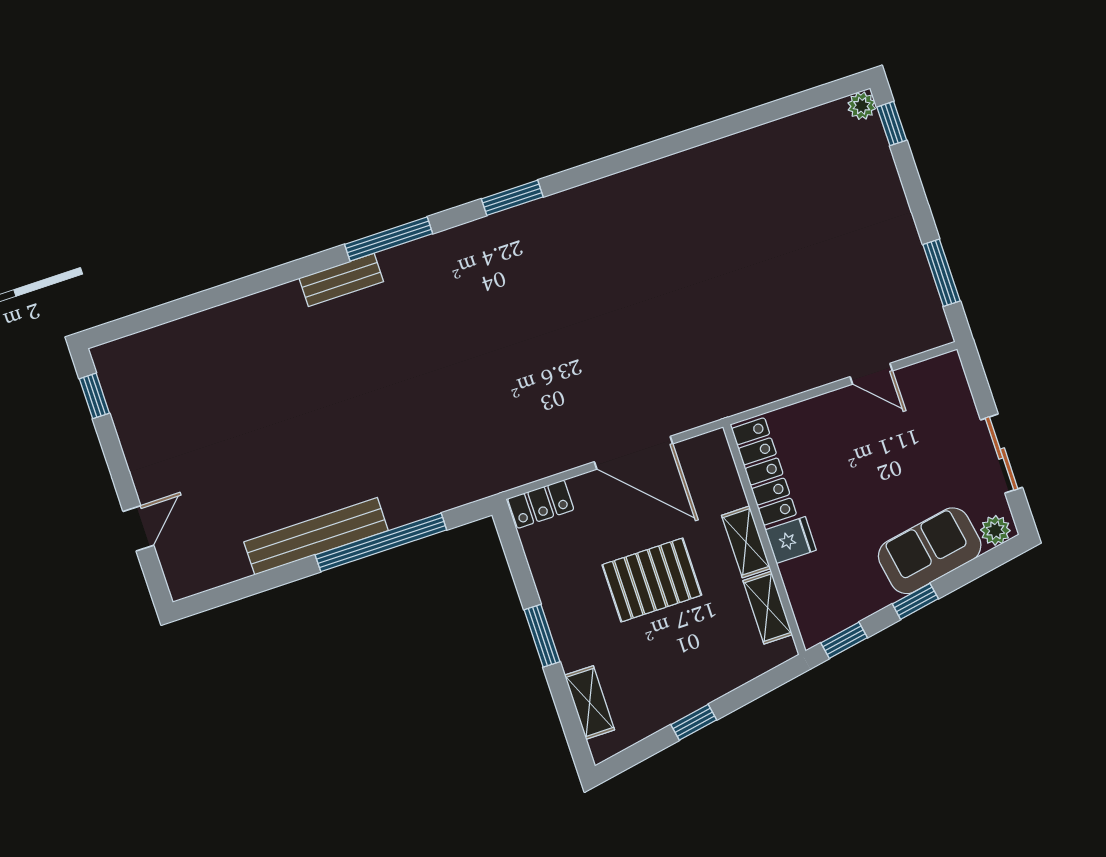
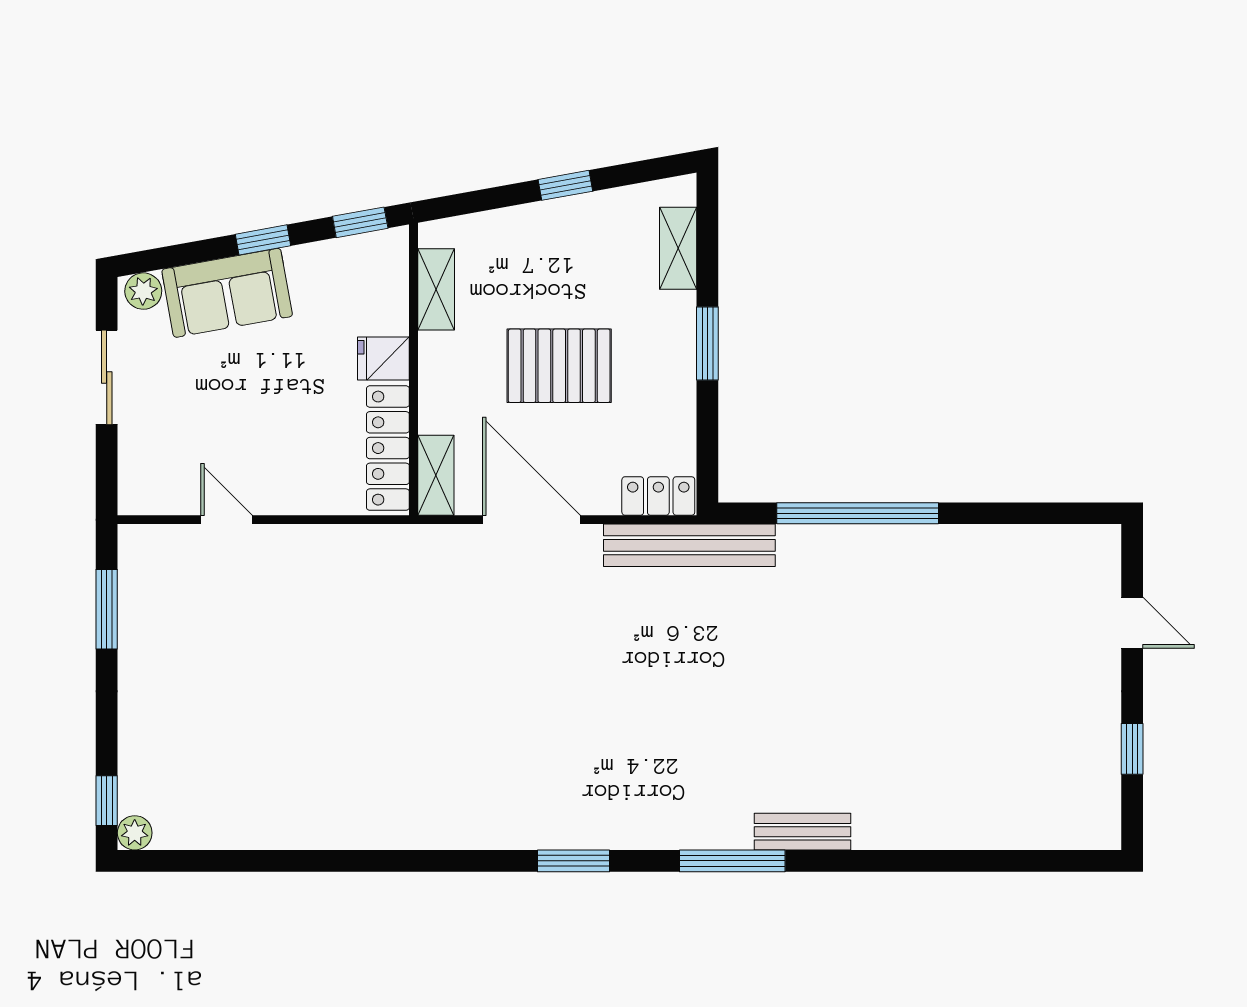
window: (94, 396) -> (1132, 749), moved
door: (138, 528) -> (1132, 623), swing flipped
bench: (316, 536) -> (689, 545), moved
shelving: (746, 542) -> (436, 475), moved

